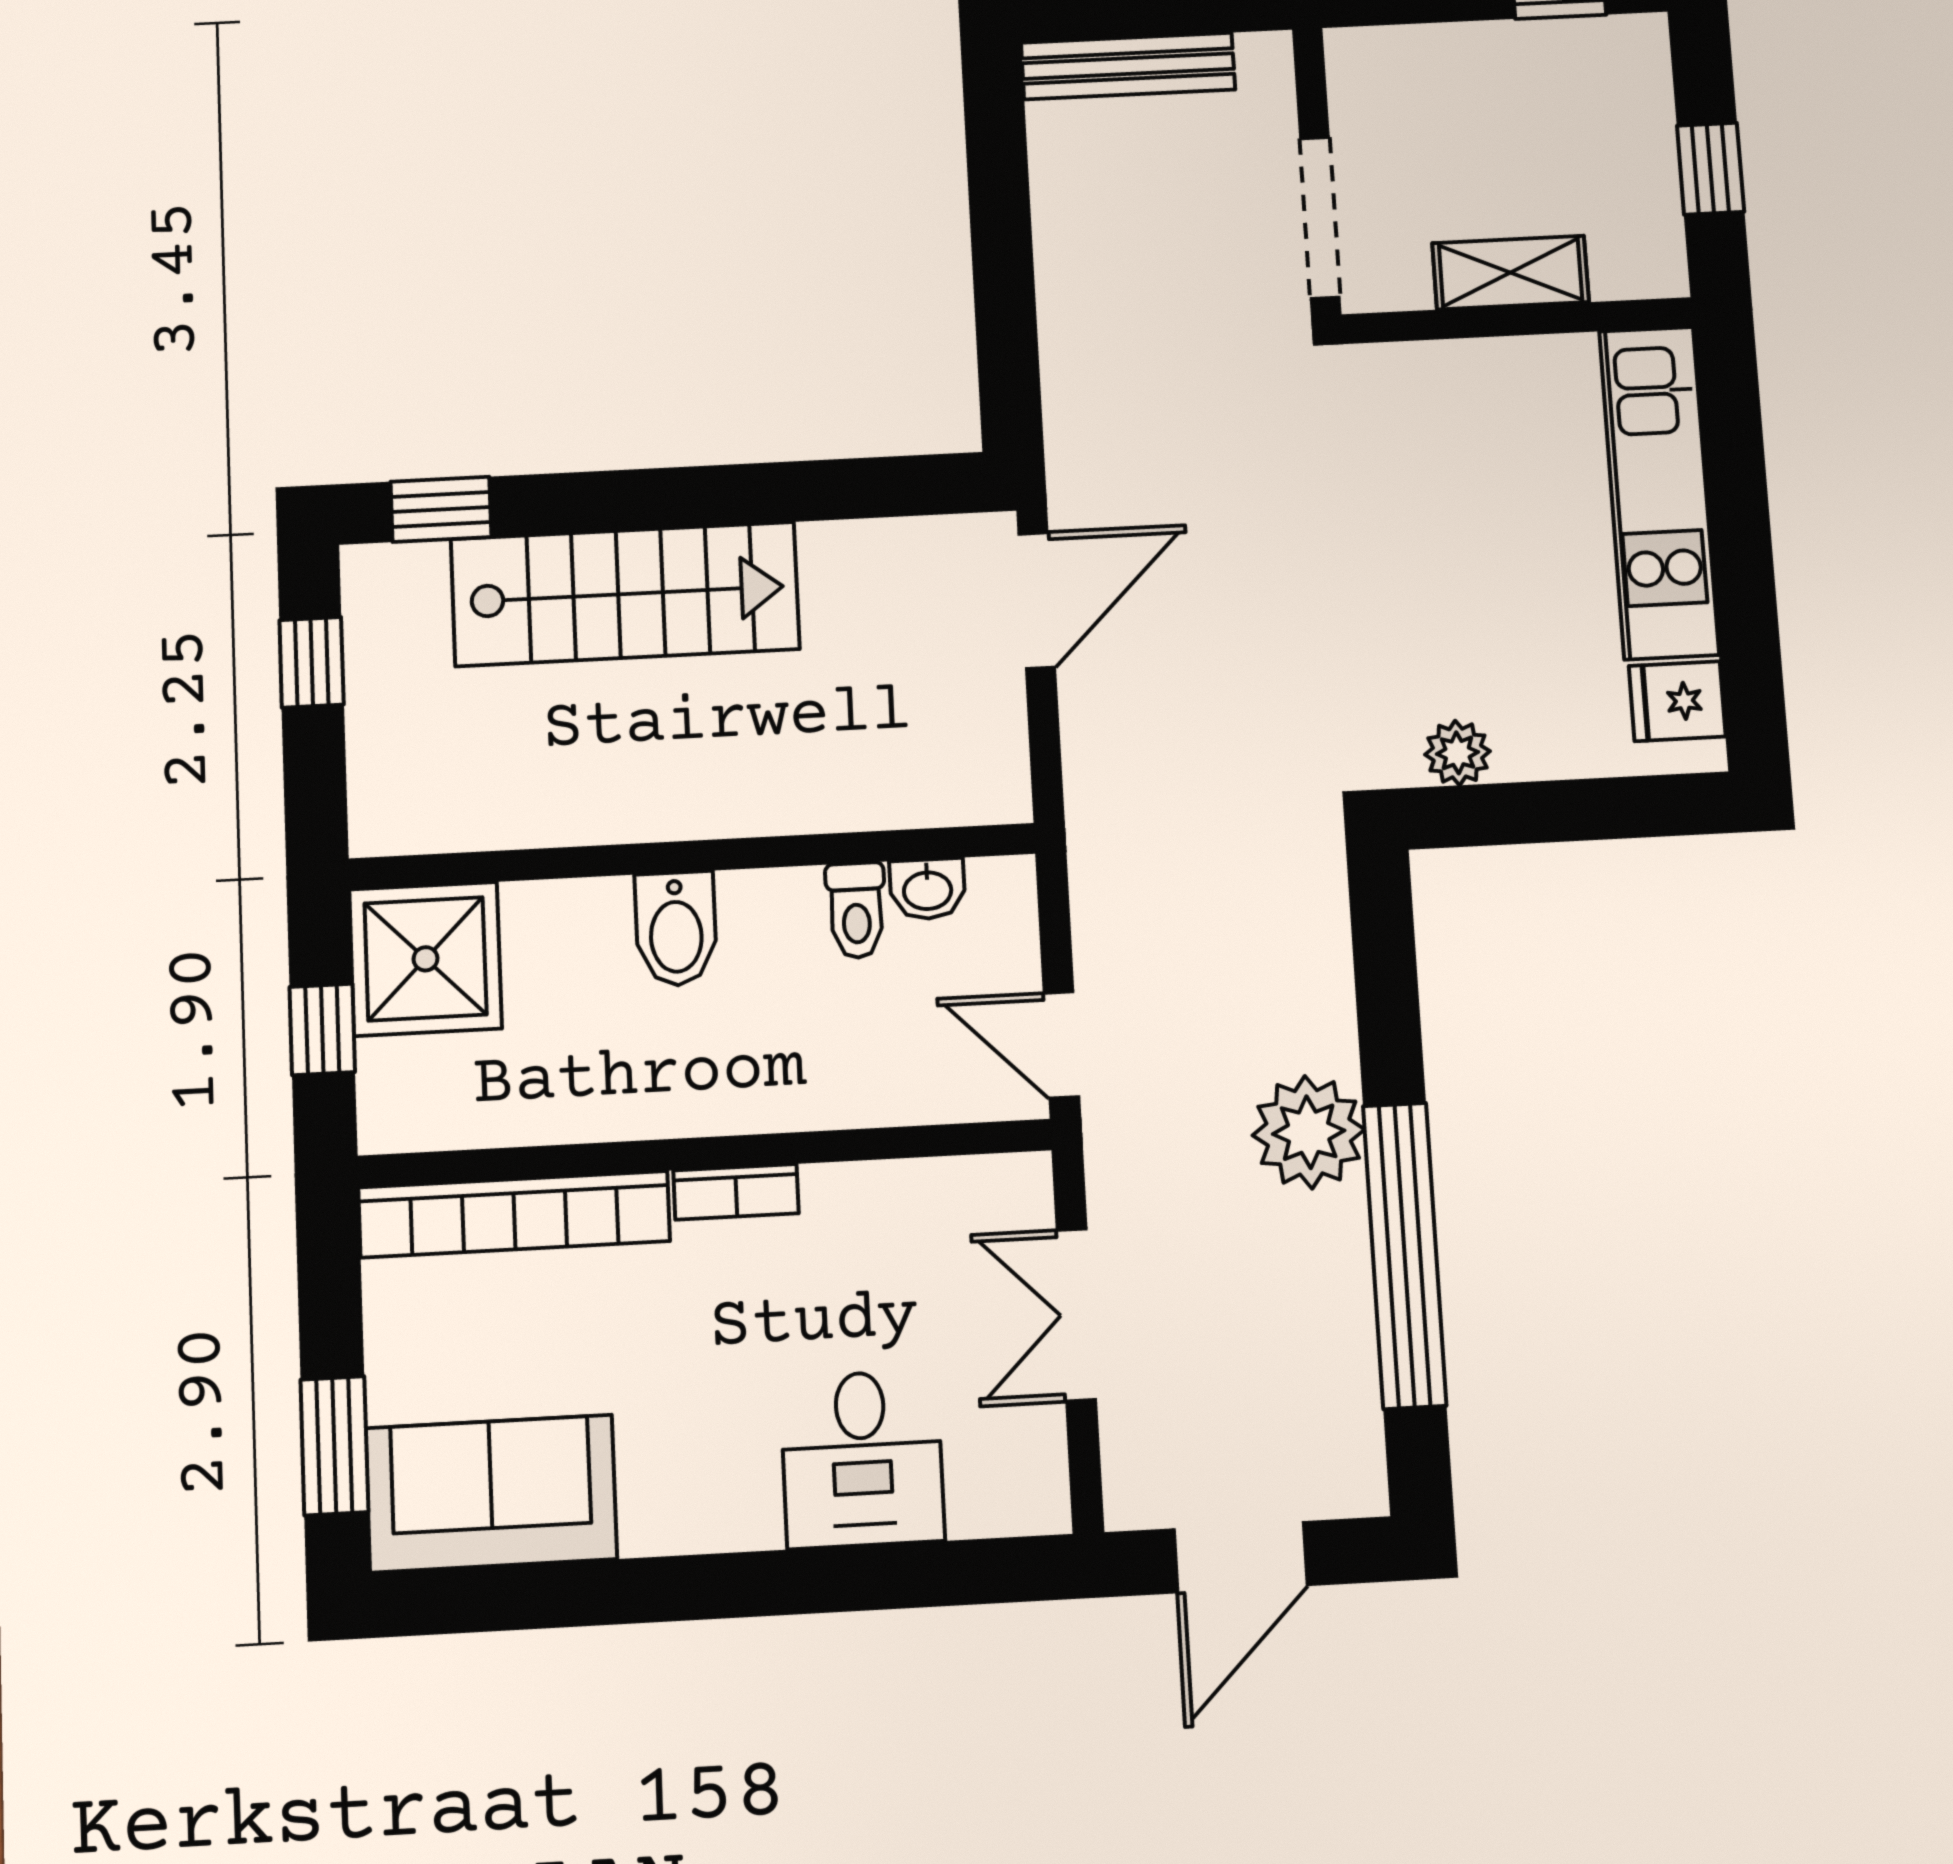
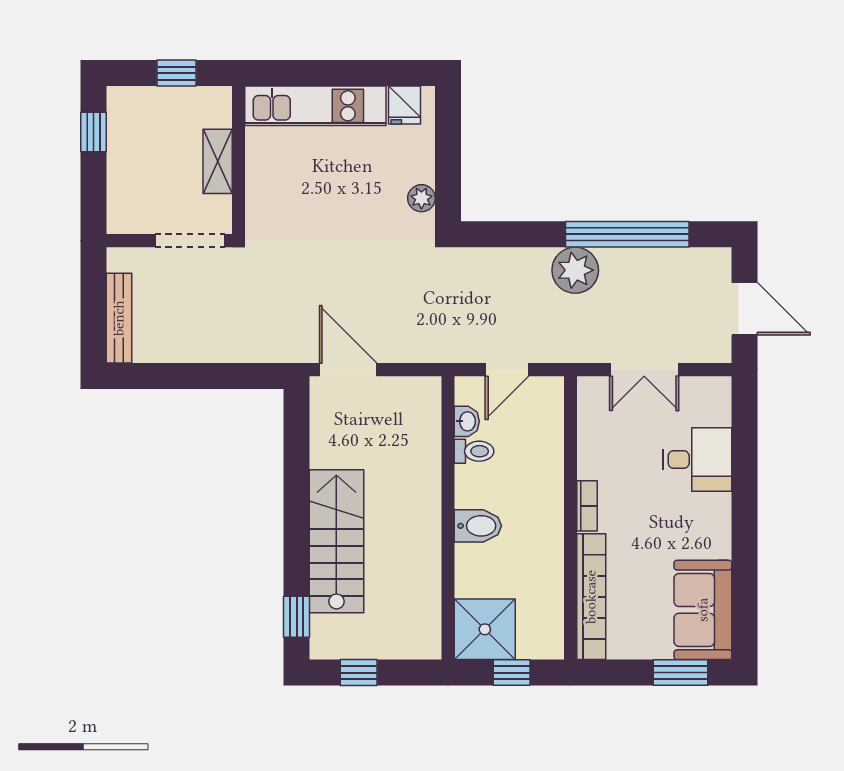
door: (1061, 1045) -> (507, 370), moved

